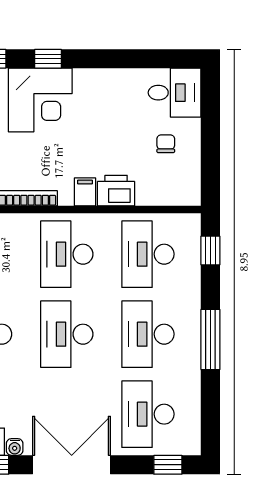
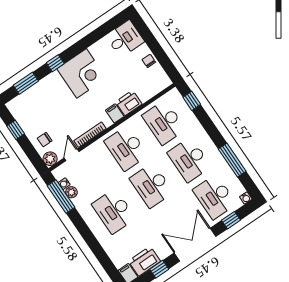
corner desk: (40, 100) -> (82, 73), moved
chair: (166, 144) -> (149, 61), moved
window: (210, 340) -> (232, 160), moved
water cooler: (15, 447) -> (246, 198), moved
window: (168, 465) -> (231, 220), moved

